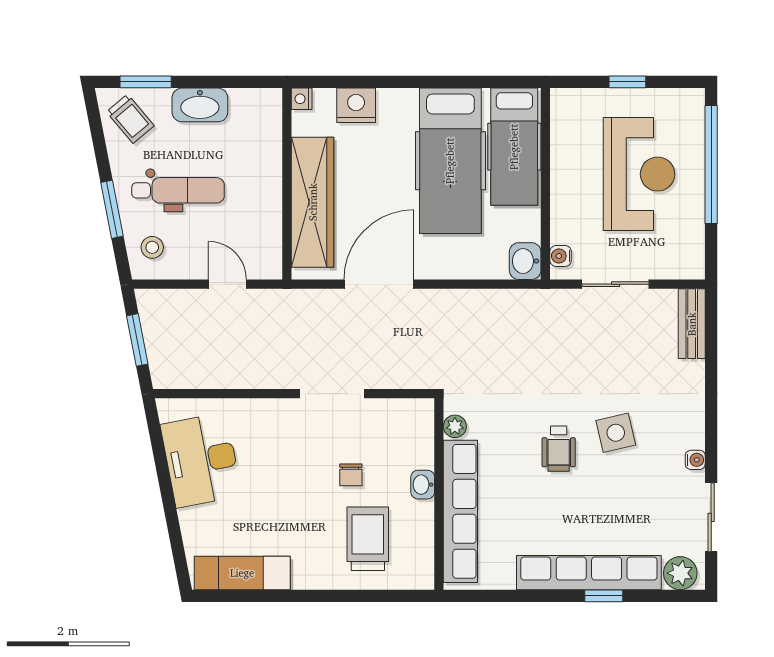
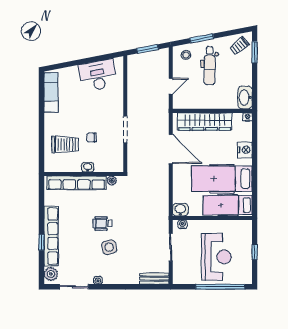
washbasin: (200, 105) -> (245, 97), moved
nightstand: (356, 105) -> (245, 150), moved
reception desk: (639, 174) -> (216, 257), turned -90

